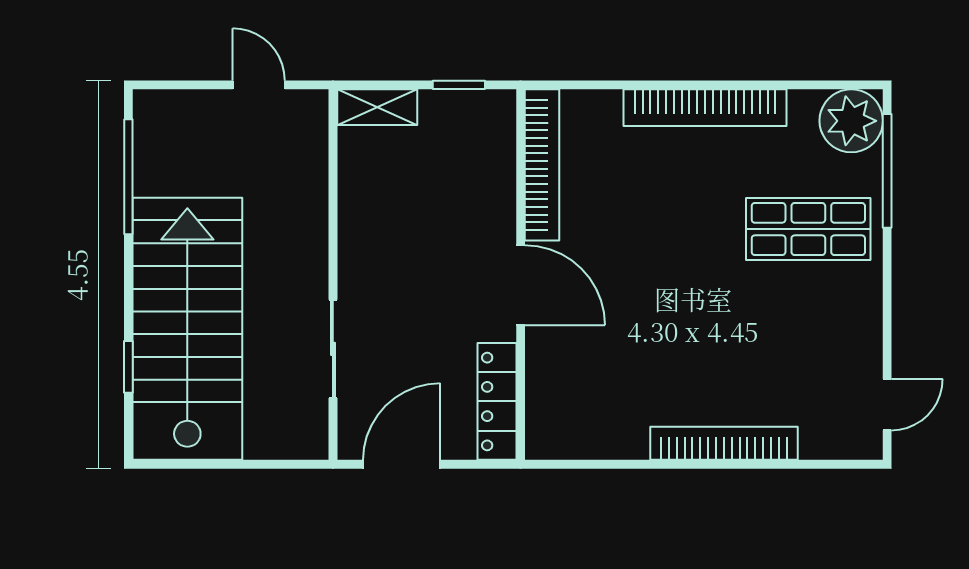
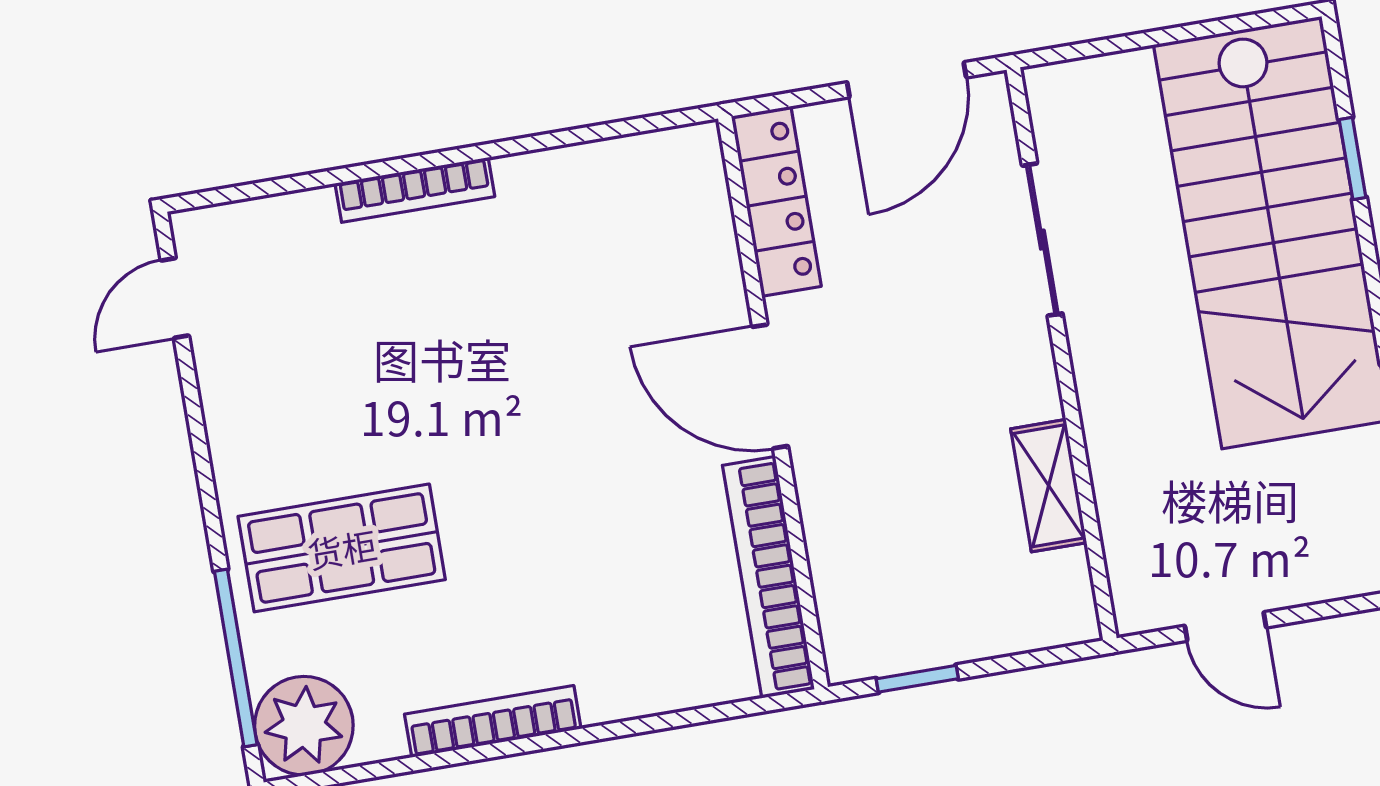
shelving: (377, 107) -> (1049, 486), moved, turned 90
bookcase: (705, 108) -> (493, 721), width x0.68, depth x0.76
bookcase: (724, 443) -> (415, 190), width x0.68, depth x0.76

